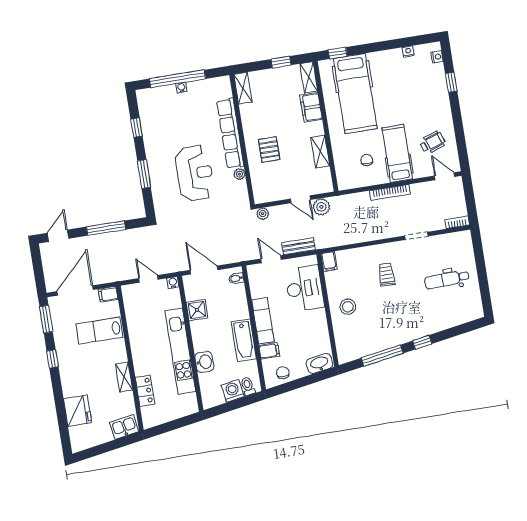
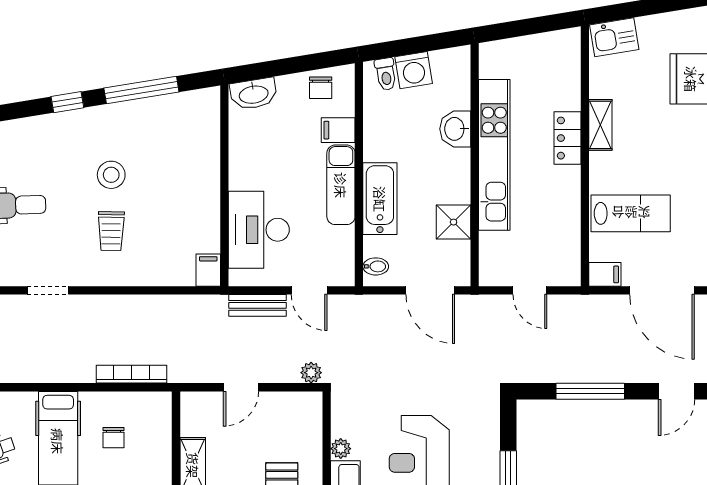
bookcase: (390, 192) -> (132, 374), moved
door: (300, 199) -> (241, 387), swing flipped
plant: (321, 207) -> (206, 368), removed
water cooler: (173, 283) -> (488, 277), removed
door: (75, 291) -> (662, 290), hinge flipped
stool: (348, 307) -> (111, 175), moved
bathtub: (244, 340) -> (380, 199), moved
locker: (145, 391) -> (568, 138), moved

